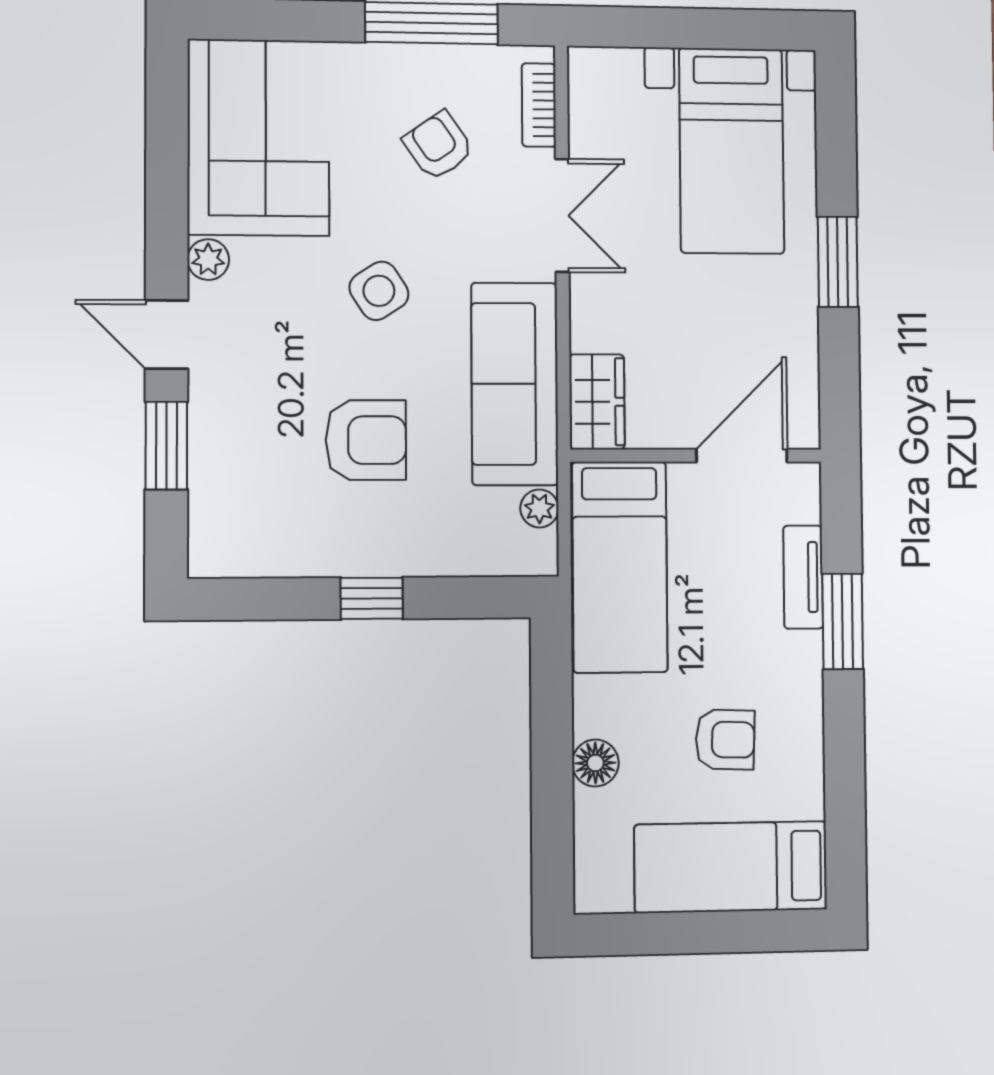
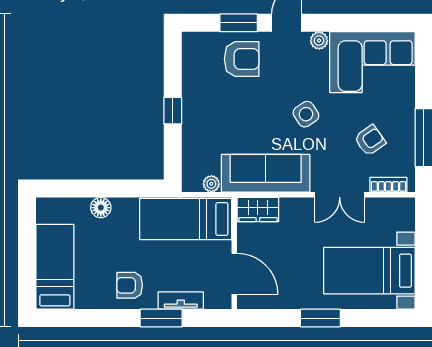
armchair: (366, 440) -> (242, 59), moved, turned -90
armchair: (725, 740) -> (130, 285), moved, turned 88

